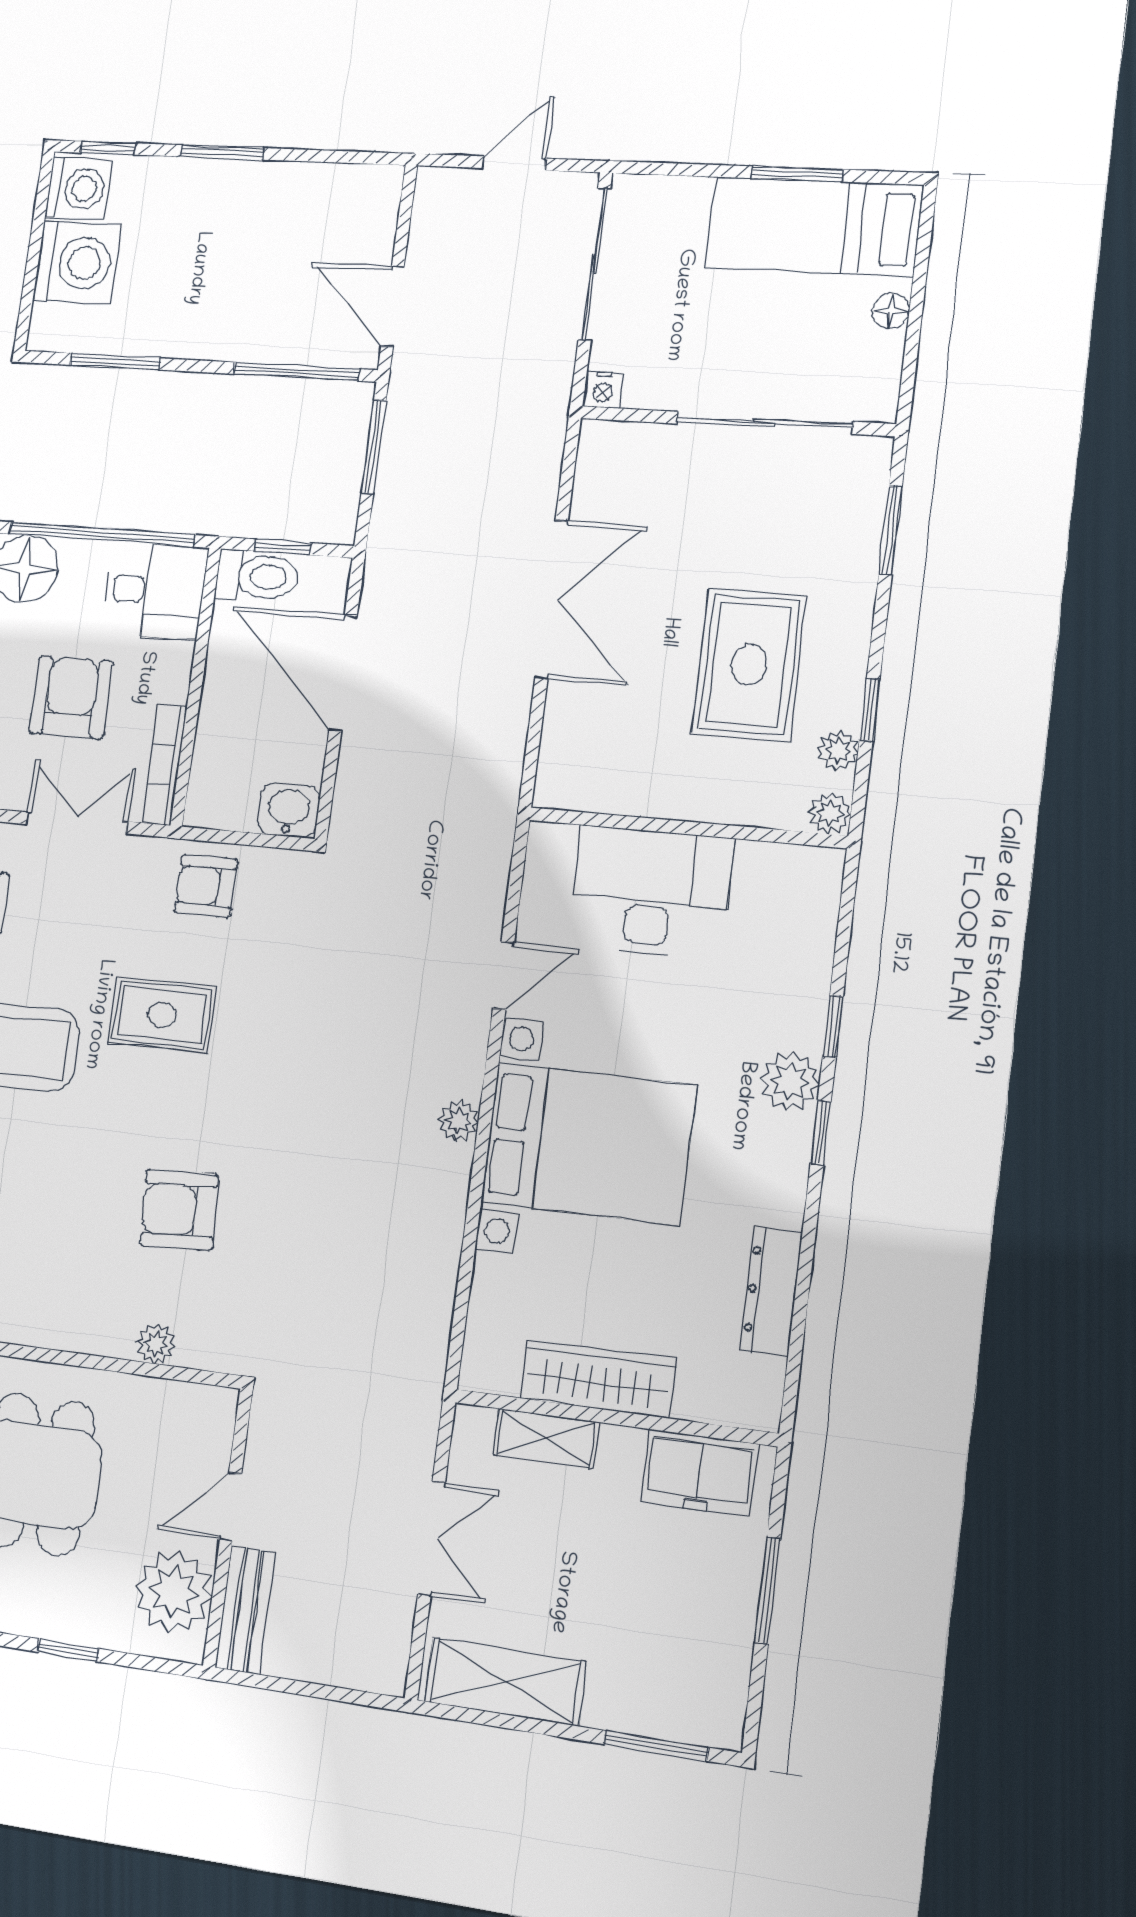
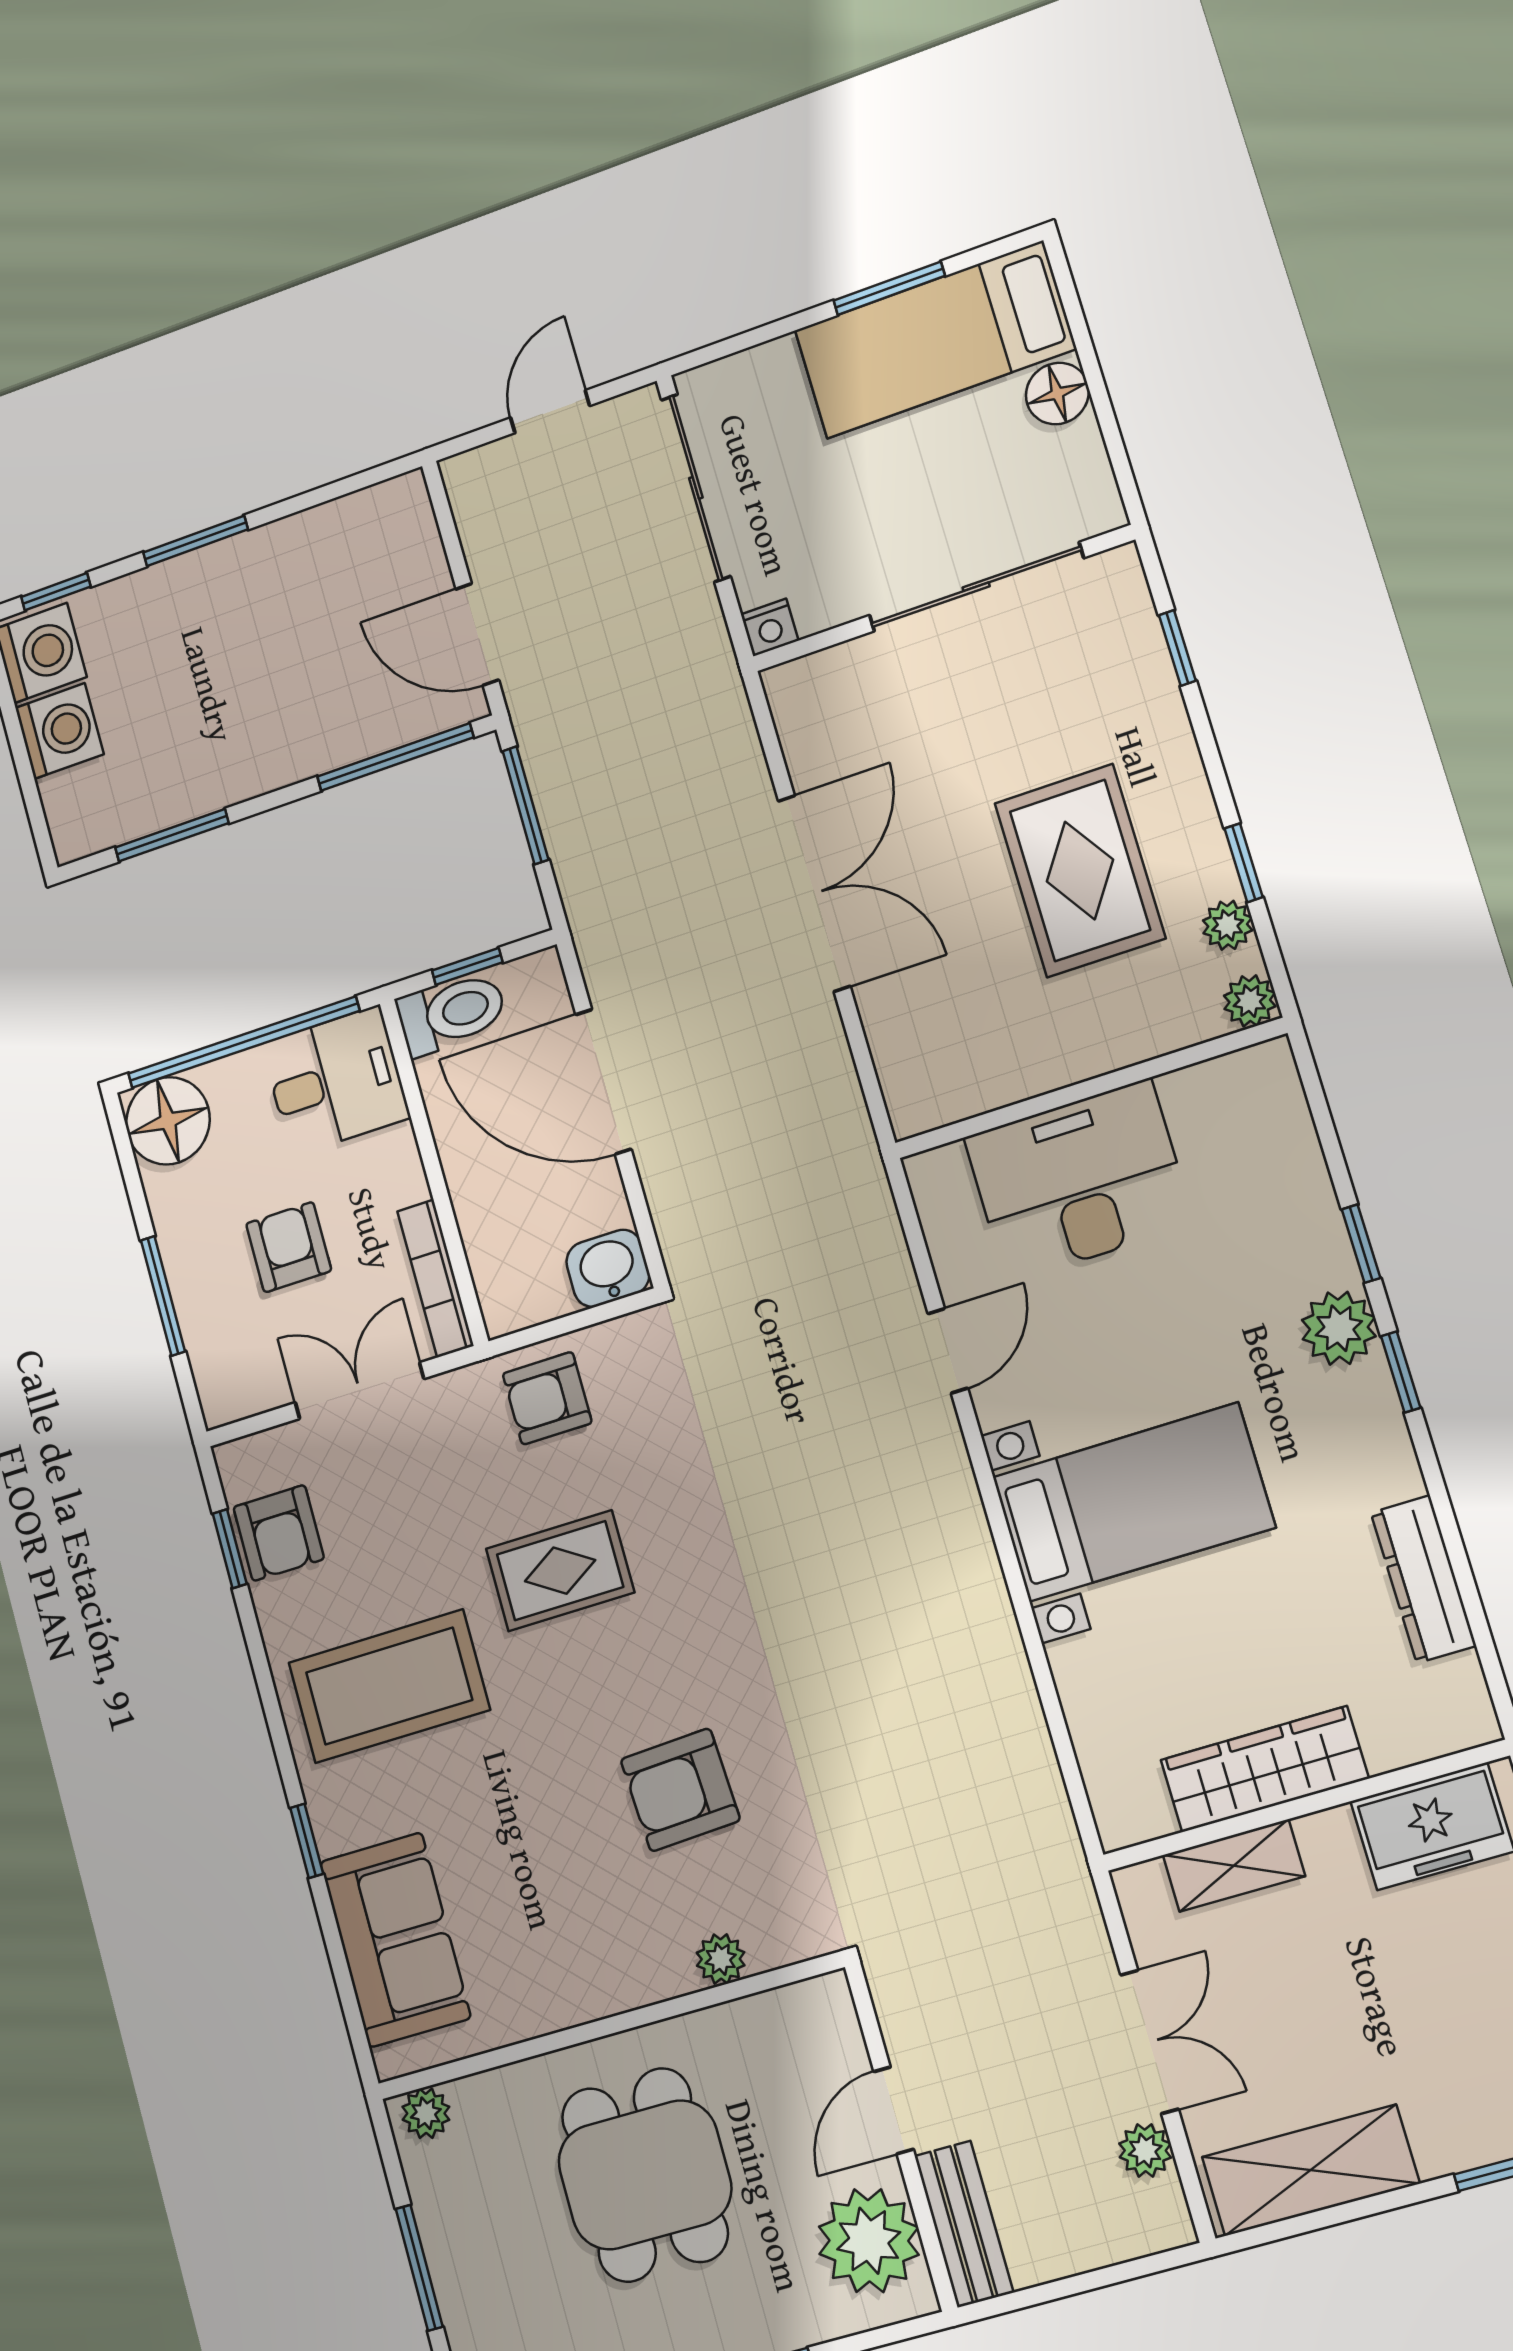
washing machine: (77, 263) -> (59, 731), width x0.73, depth x0.73
floor lamp: (891, 311) -> (1057, 394), width x1.37, depth x1.37
window: (890, 530) -> (1177, 648), width x0.67
armchair: (71, 697) -> (289, 1247), width x0.72, depth x0.72
plant: (458, 1121) -> (1145, 2150), moved
bed with nightstands: (588, 1144) -> (1133, 1502), width x0.73

